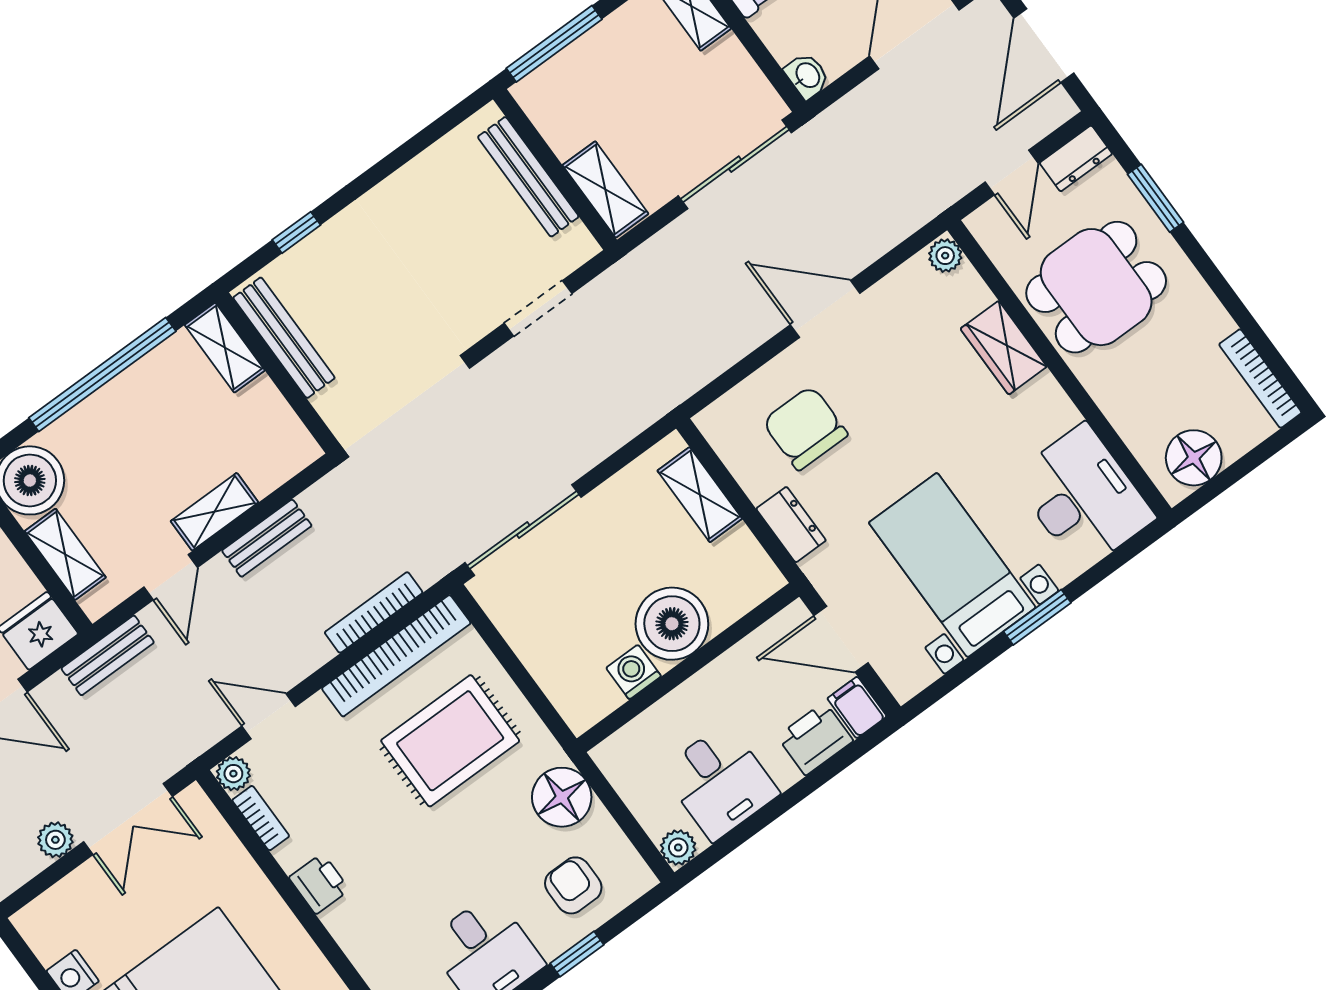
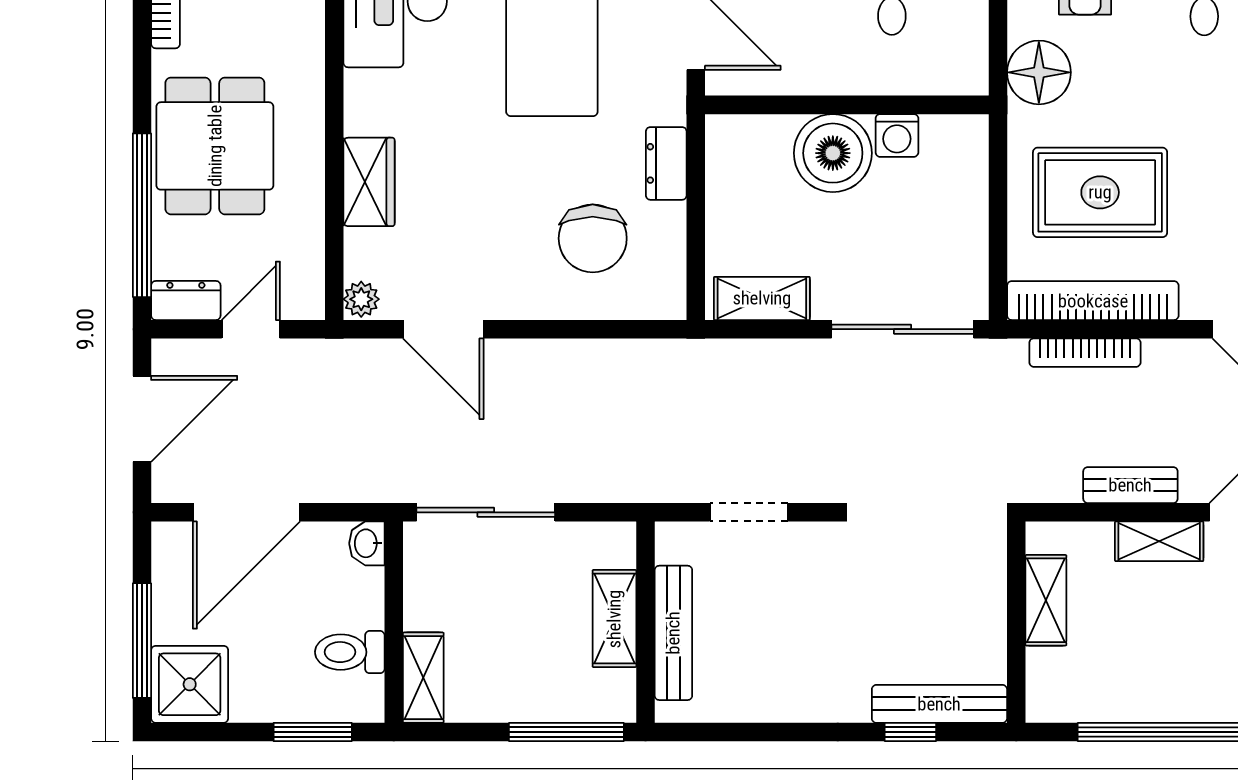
shelving: (605, 189) -> (614, 619), moved
window: (1156, 198) -> (142, 215), width x2.11
dining table: (1096, 287) -> (215, 146), moved, turned 90
door: (825, 309) -> (443, 329), moved
bench: (284, 338) -> (939, 704), moved, turned 90
shelving: (225, 348) -> (1046, 600), moved
shelving: (700, 495) -> (762, 298), moved, turned 90

